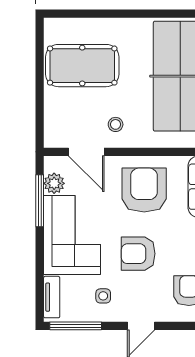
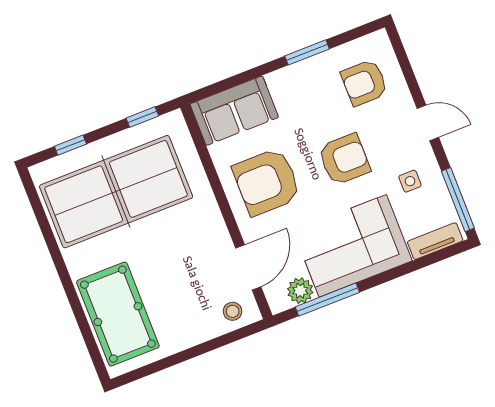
pool table: (82, 66) -> (118, 314), moved
stool: (116, 124) -> (233, 311), moved
armchair: (138, 254) -> (344, 159), turned -90

